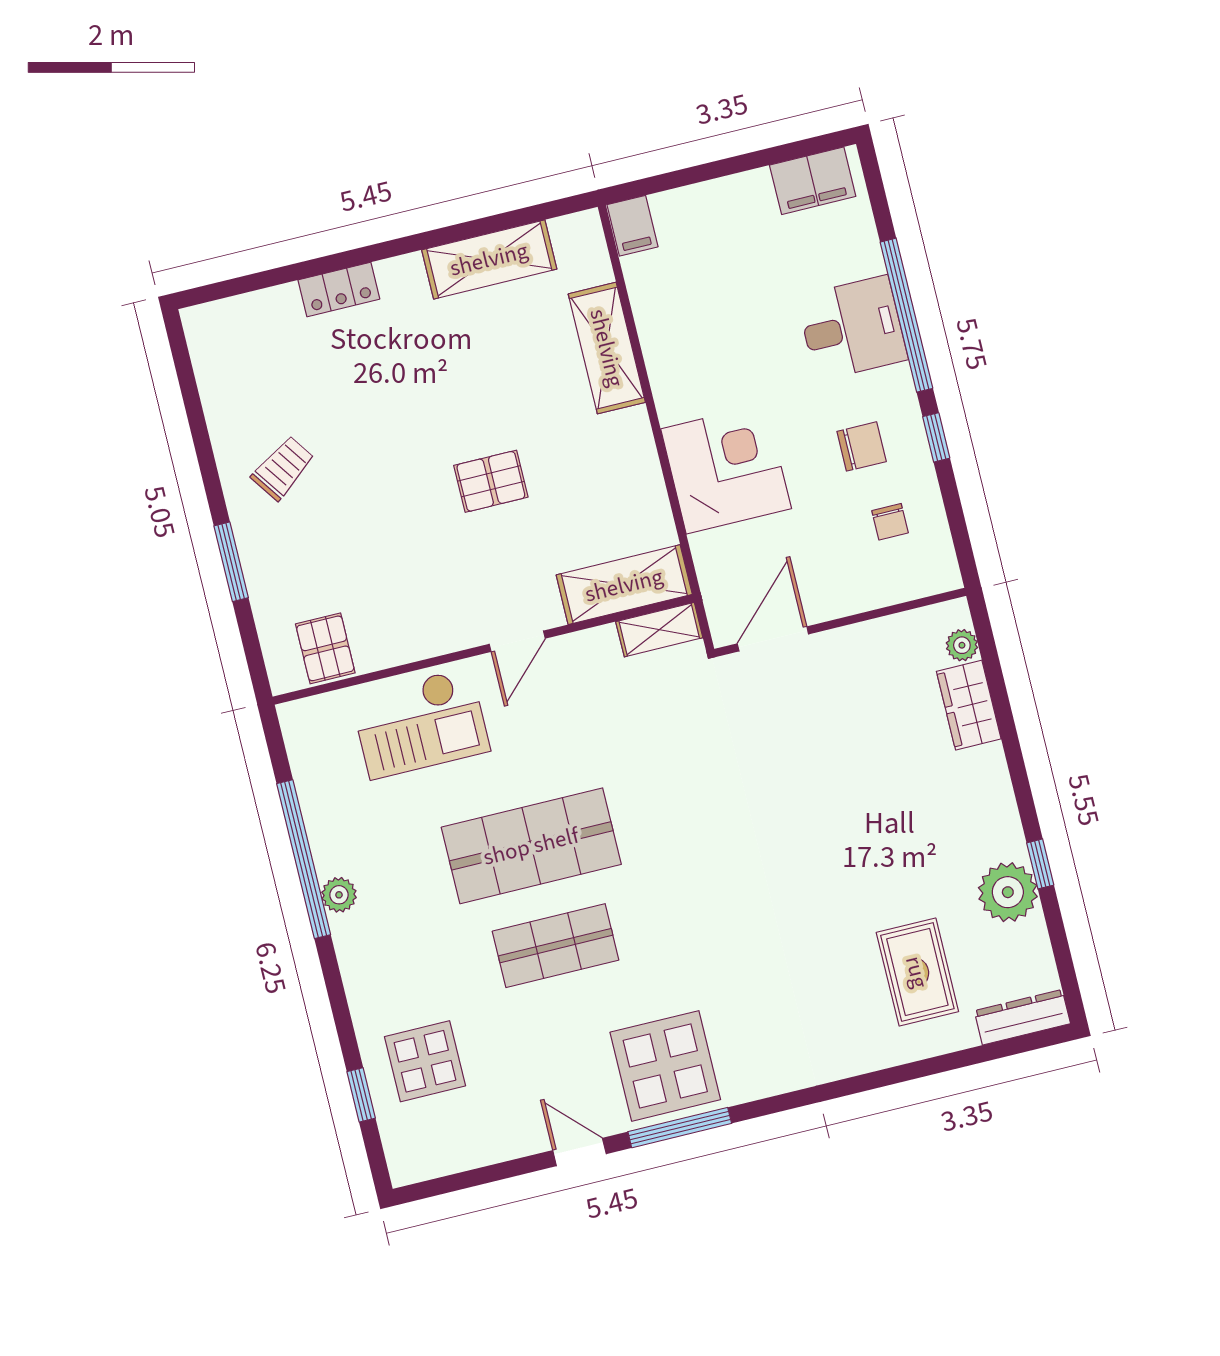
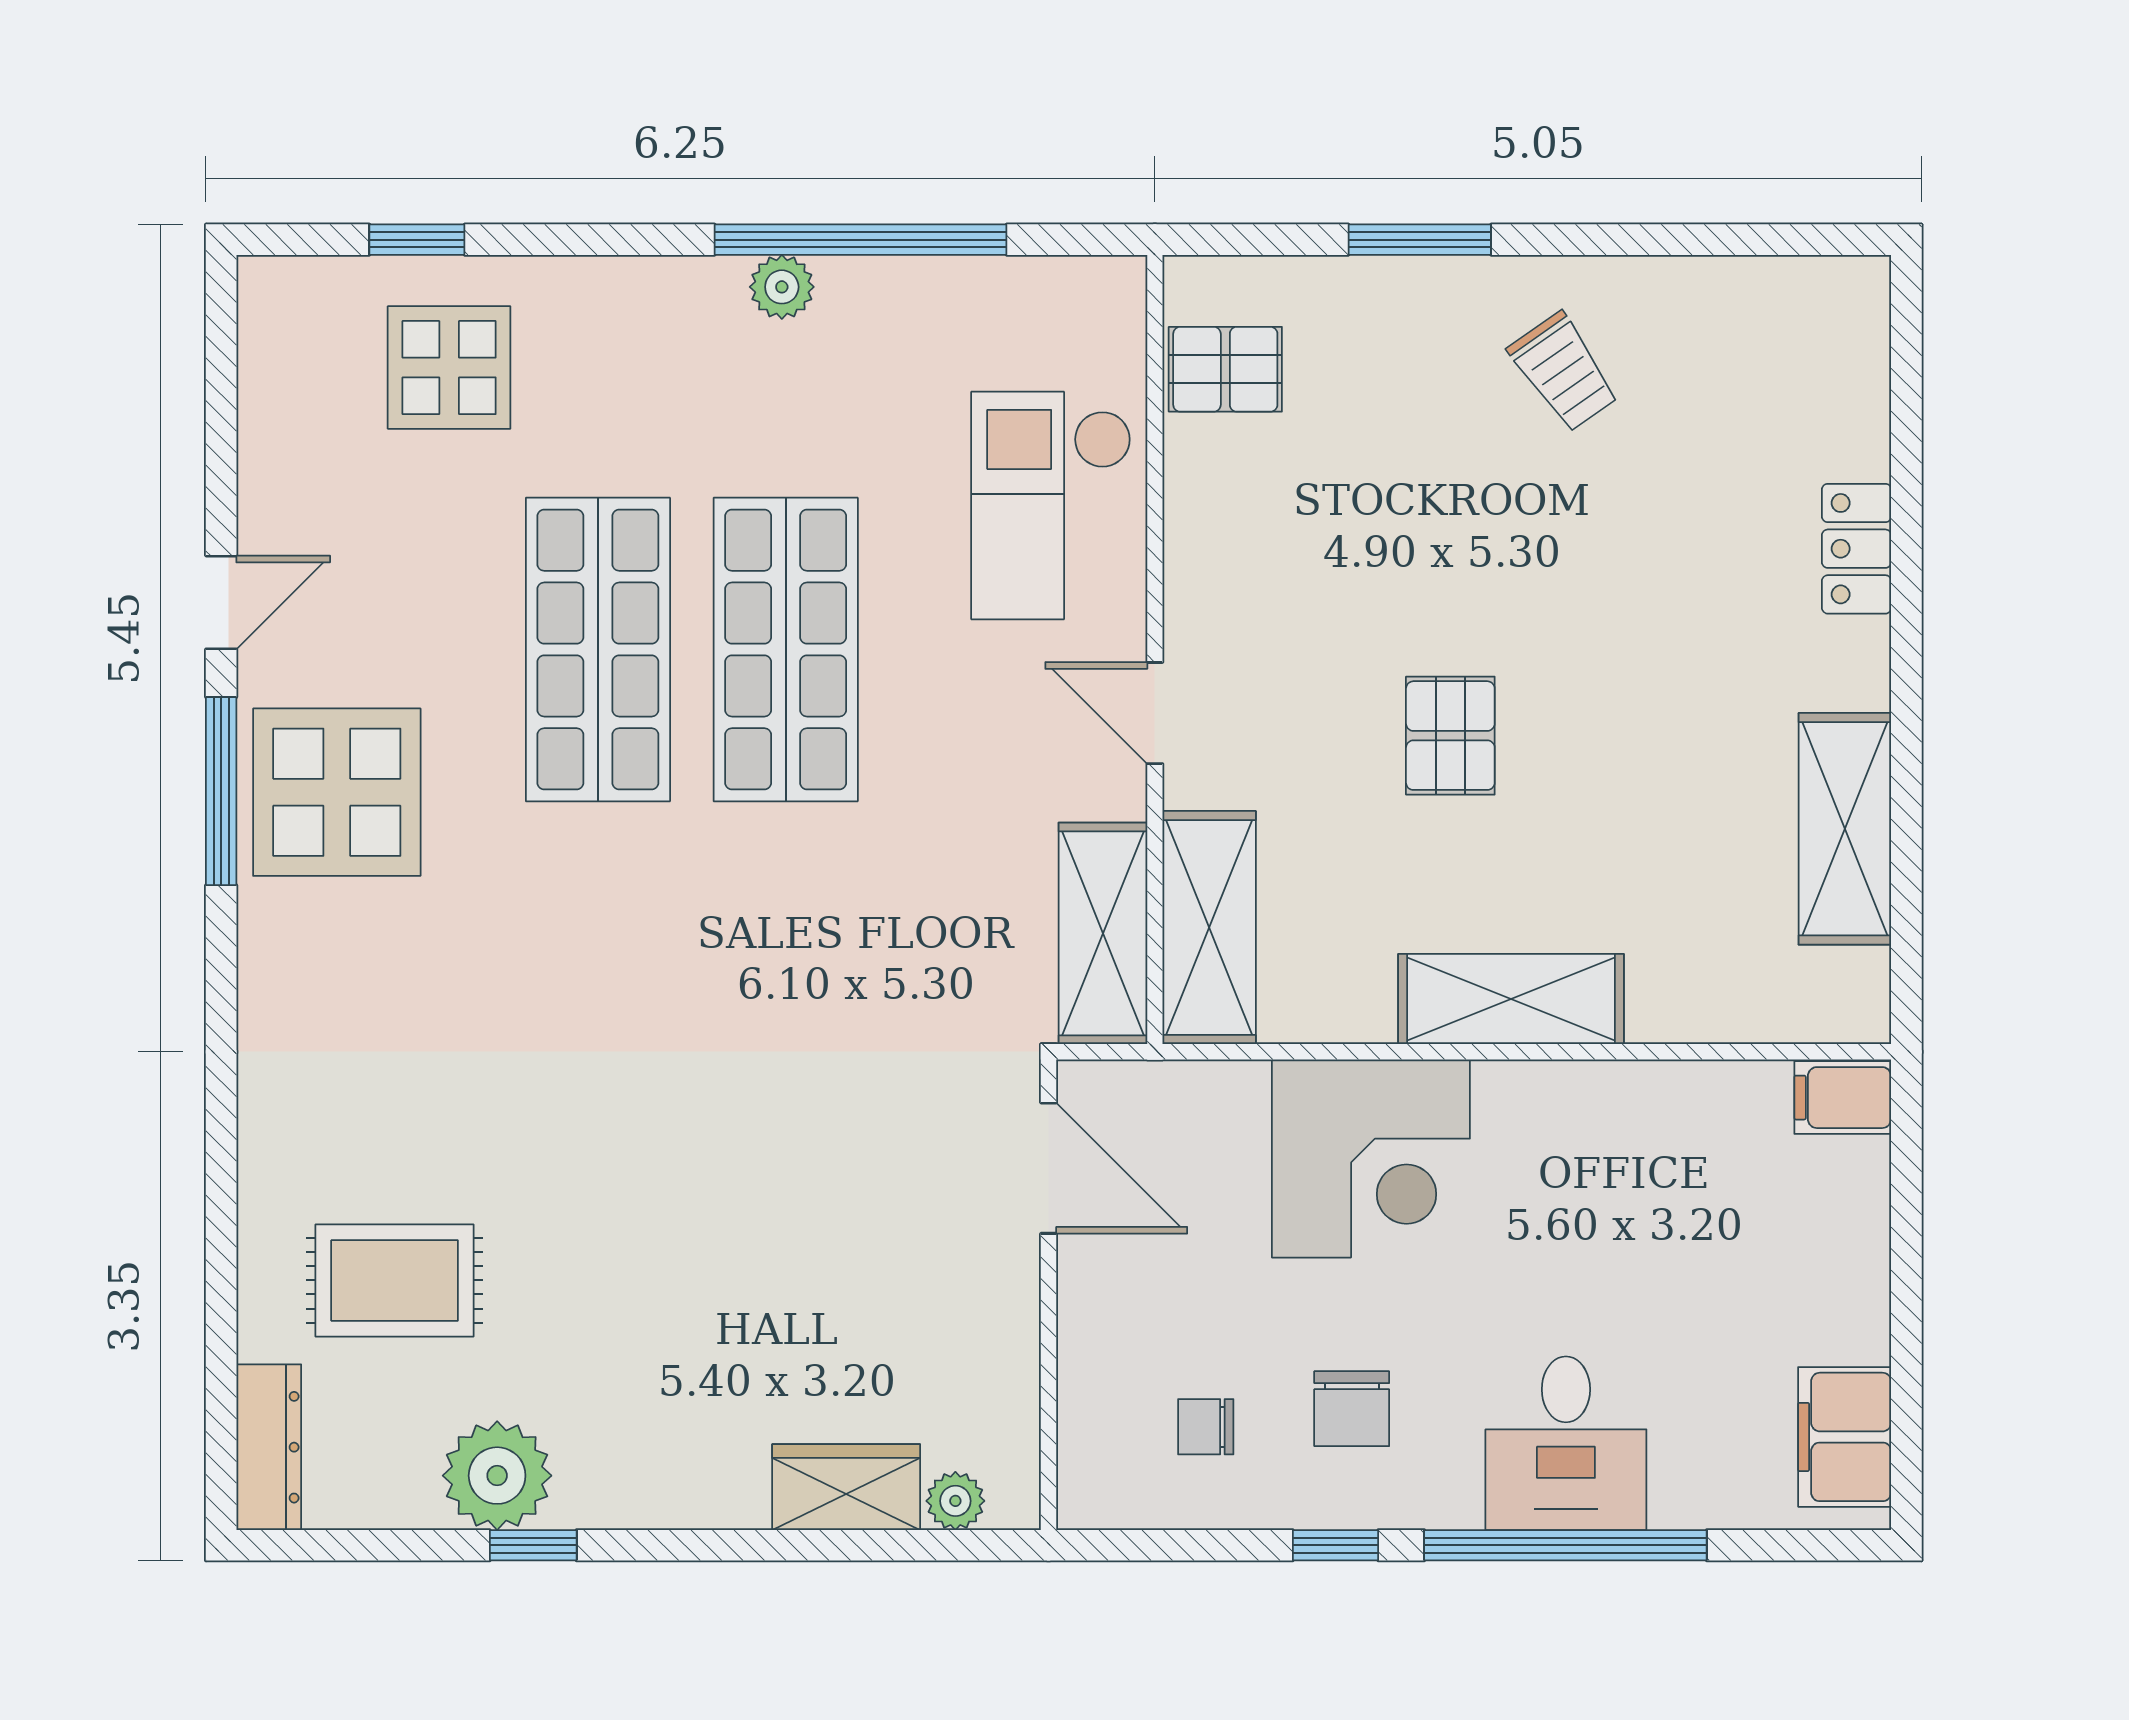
shelving: (607, 348) -> (1511, 999), moved
shelving: (659, 630) -> (1103, 933), width x1.50, depth x1.33
shop shelf: (556, 946) -> (598, 649), width x1.43, depth x1.36

